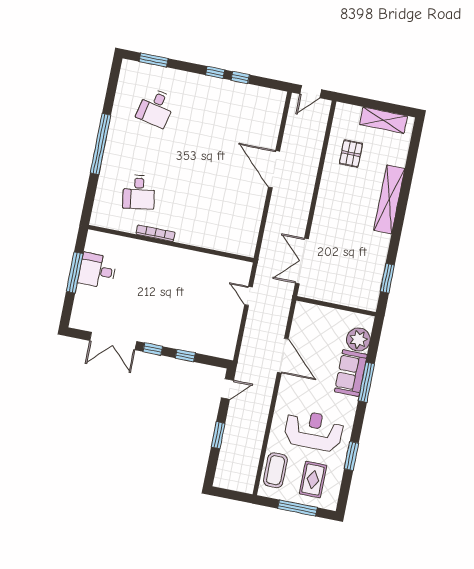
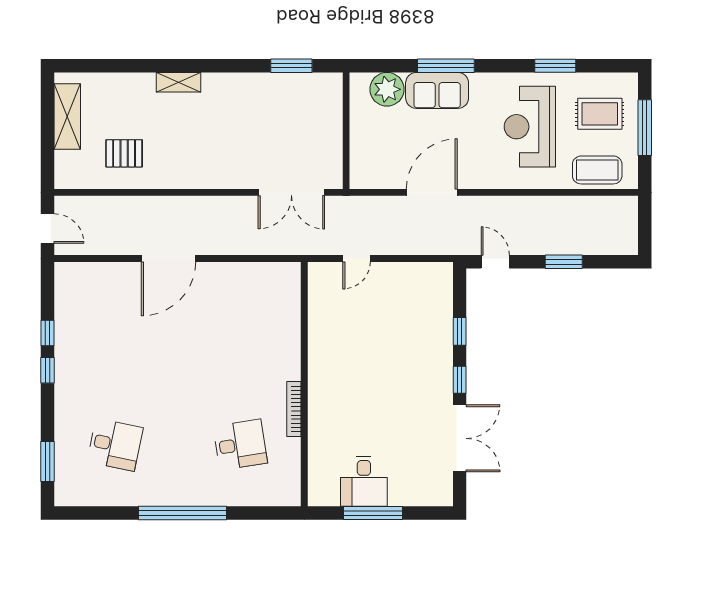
shelving: (389, 199) -> (178, 82), width x0.45, depth x0.75

